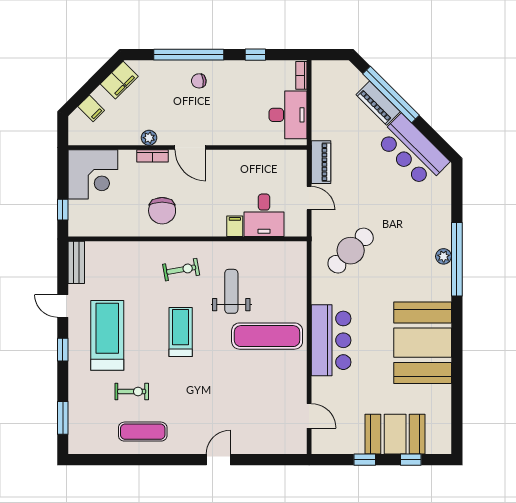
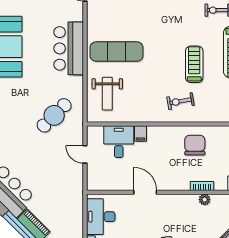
door: (190, 148) -> (145, 192), moved
piano: (321, 162) -> (76, 181), removed
weight bench: (231, 291) -> (107, 94), moved
treadmill: (181, 332) -> (194, 64), moved, turned 180

